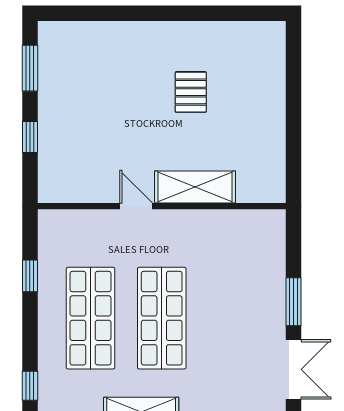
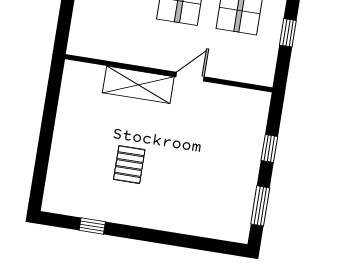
window: (222, 13) -> (92, 226), added
door: (136, 206) -> (190, 77), swing flipped

